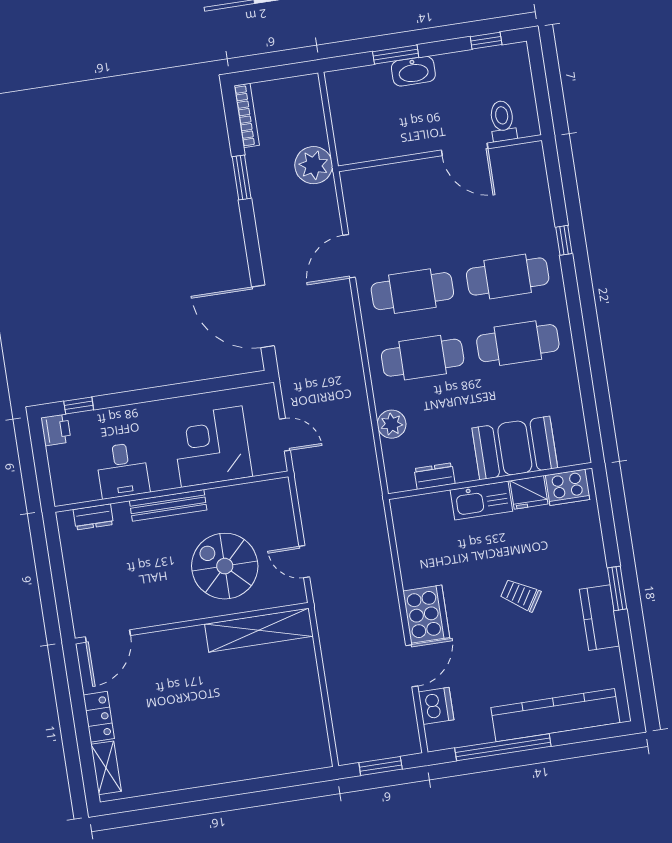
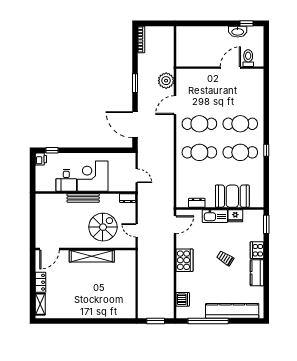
window: (396, 54) -> (208, 23), removed
washbasin: (413, 71) -> (238, 32), moved
door: (465, 149) -> (230, 68), swing flipped
plant: (314, 165) -> (166, 81), moved
window: (242, 177) -> (135, 83), moved
window: (564, 240) -> (266, 150), moved
plant: (392, 424) -> (182, 178), removed
corner desk: (212, 447) -> (93, 176), moved
cooker: (567, 487) -> (257, 250), moved, turned 90
dresser: (93, 517) -> (128, 198), moved
spiral stairs: (225, 566) -> (103, 227), turned 90
window: (617, 588) -> (266, 224), moved
shelving: (259, 630) -> (92, 256), moved
door: (412, 666) -> (175, 225), moved

